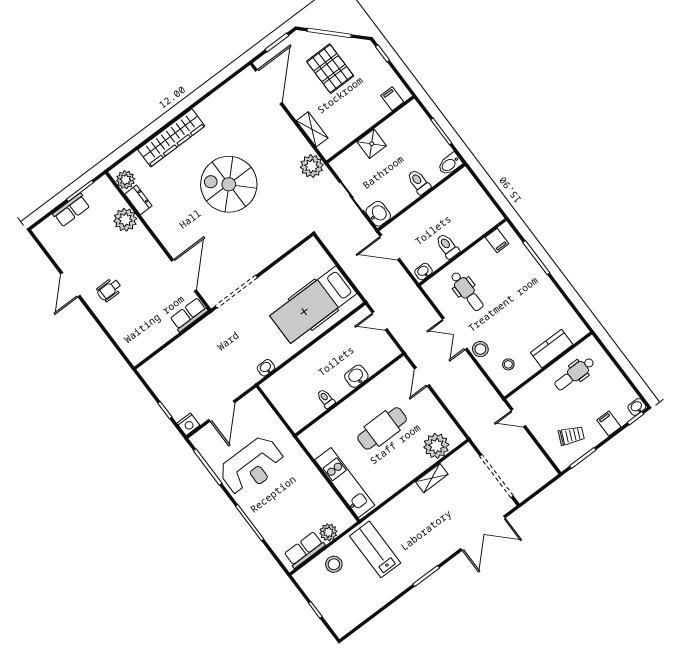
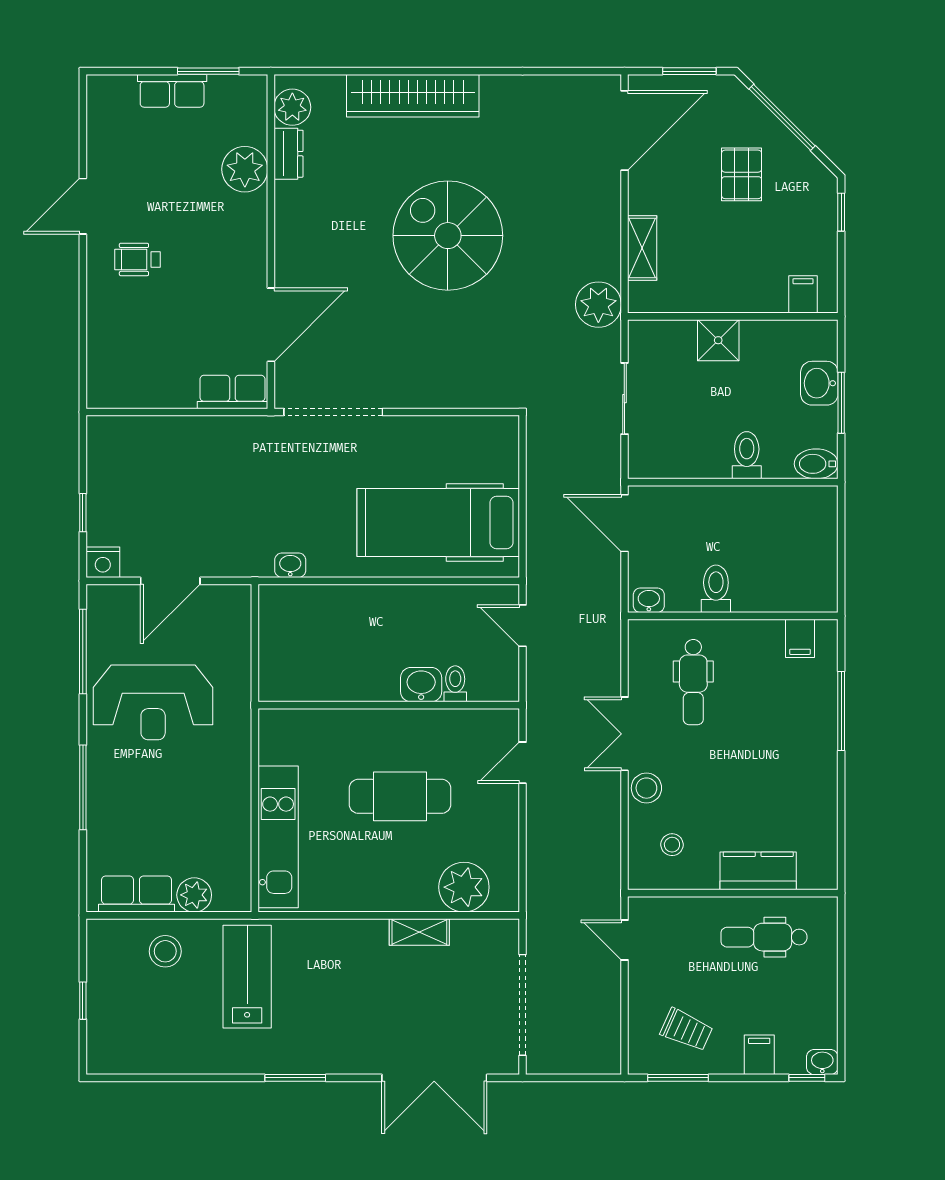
pallet: (330, 69) -> (742, 174), width x0.67, depth x0.71
washbasin: (378, 214) -> (819, 383), moved, turned 180
toilet: (326, 399) -> (455, 684), moved

